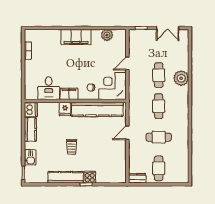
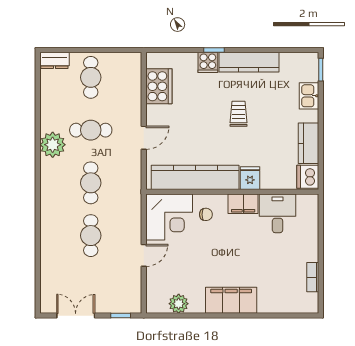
plant: (181, 78) -> (53, 145), moved
cooker: (119, 163) -> (159, 86), added
dresser: (137, 178) -> (54, 60), moved

